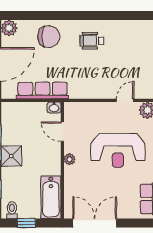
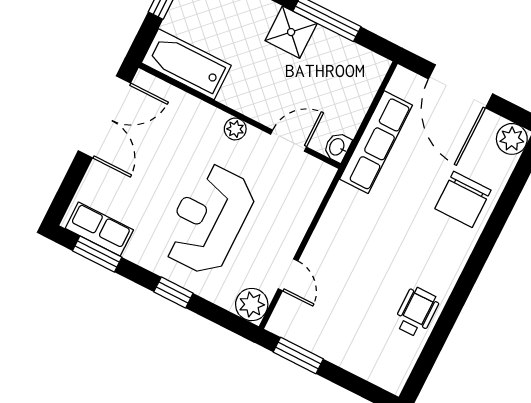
wheelchair: (92, 41) -> (416, 312), moved

